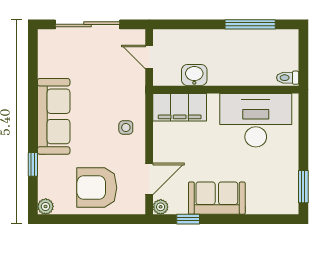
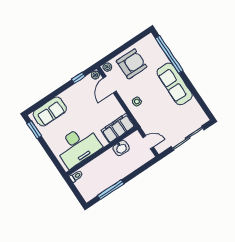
window: (33, 164) -> (169, 55), width x3.17
sofa: (217, 198) -> (50, 111), moved
plant: (46, 206) -> (107, 67), moved

